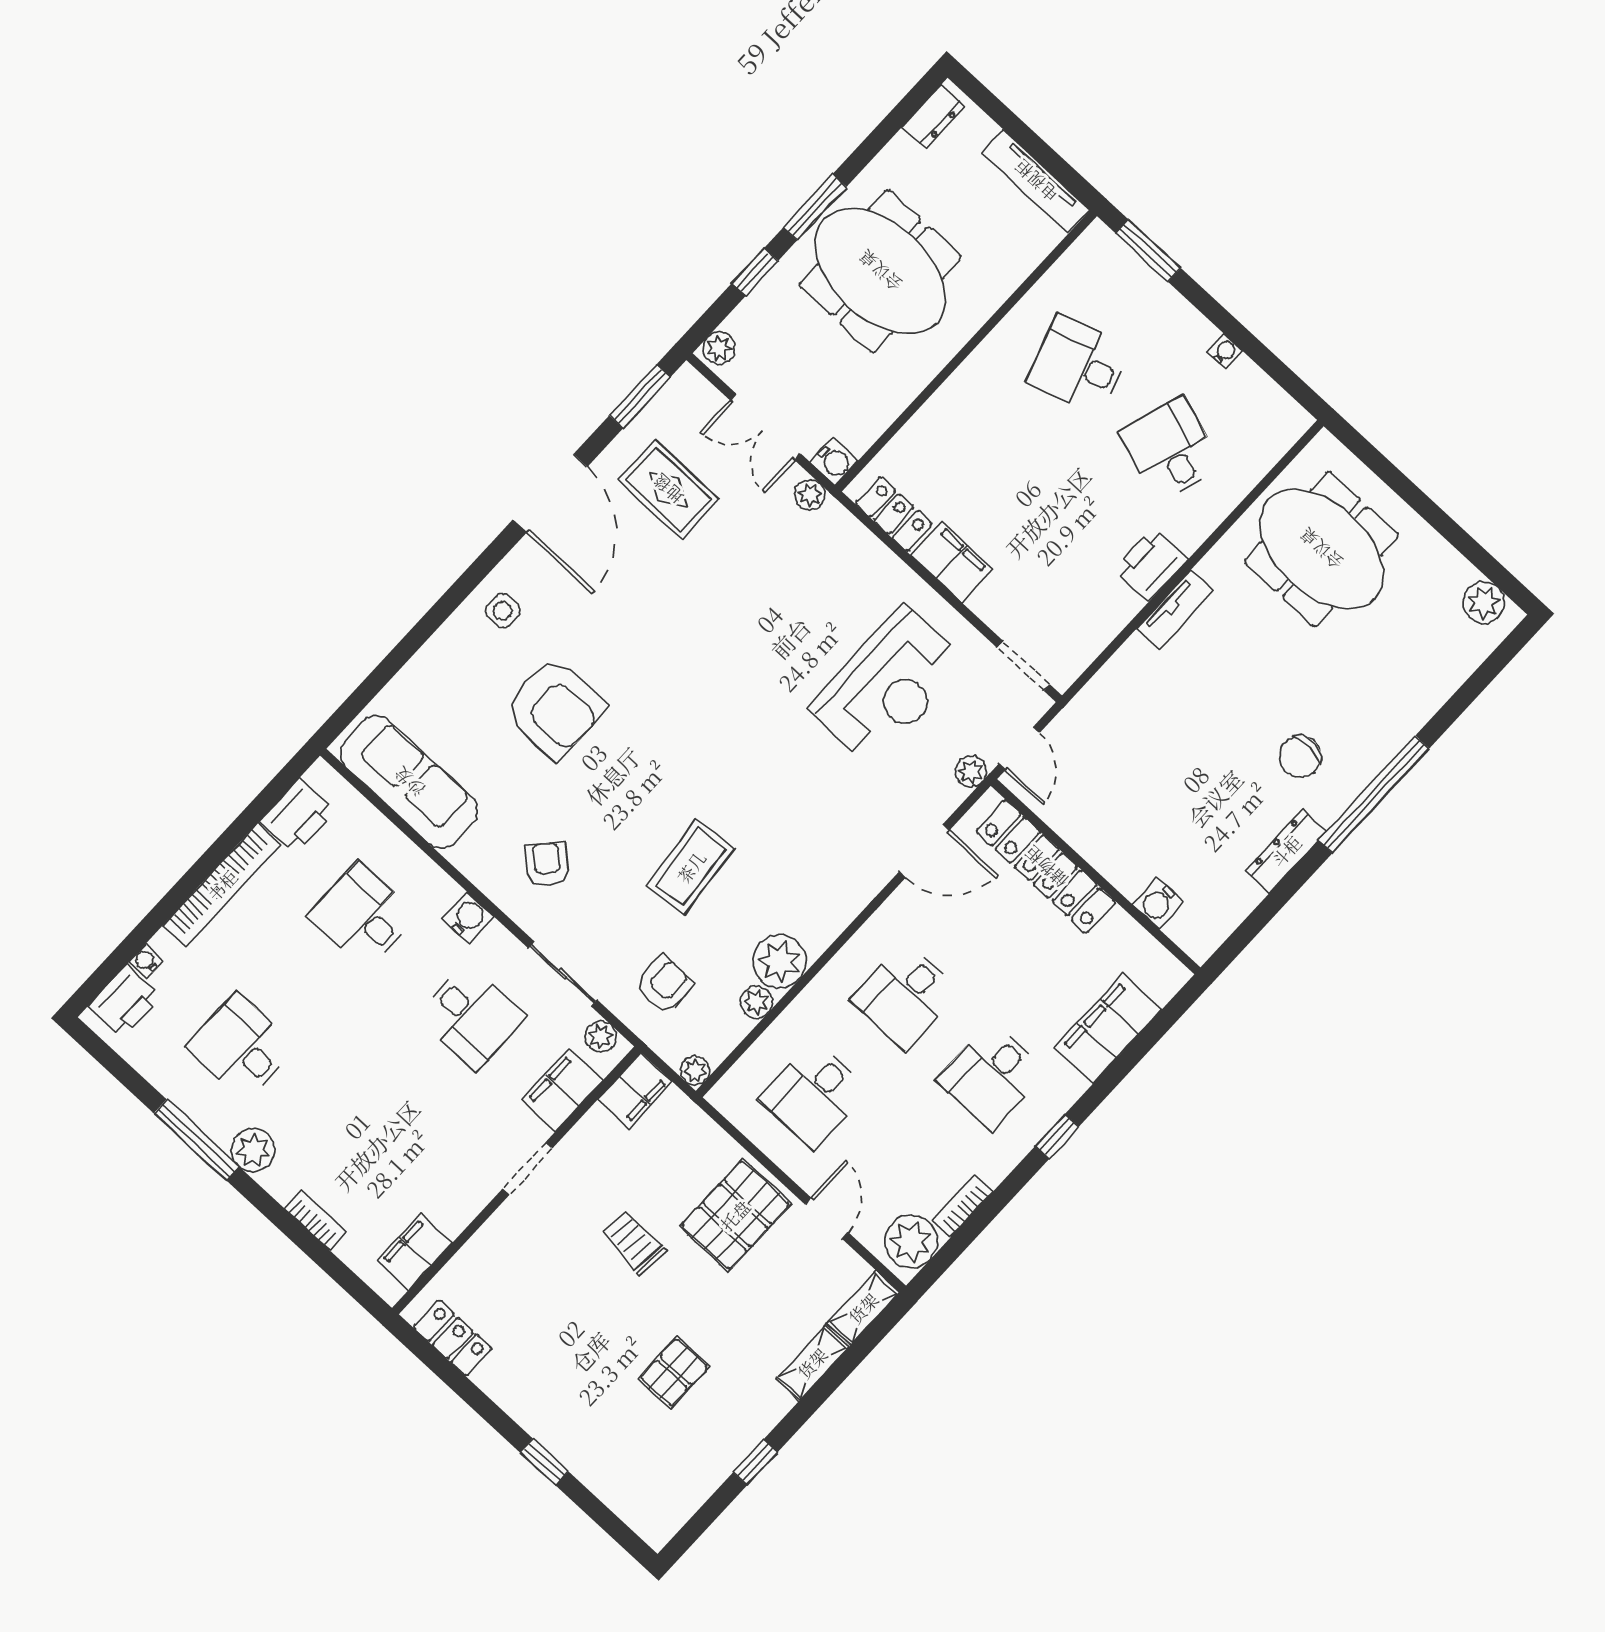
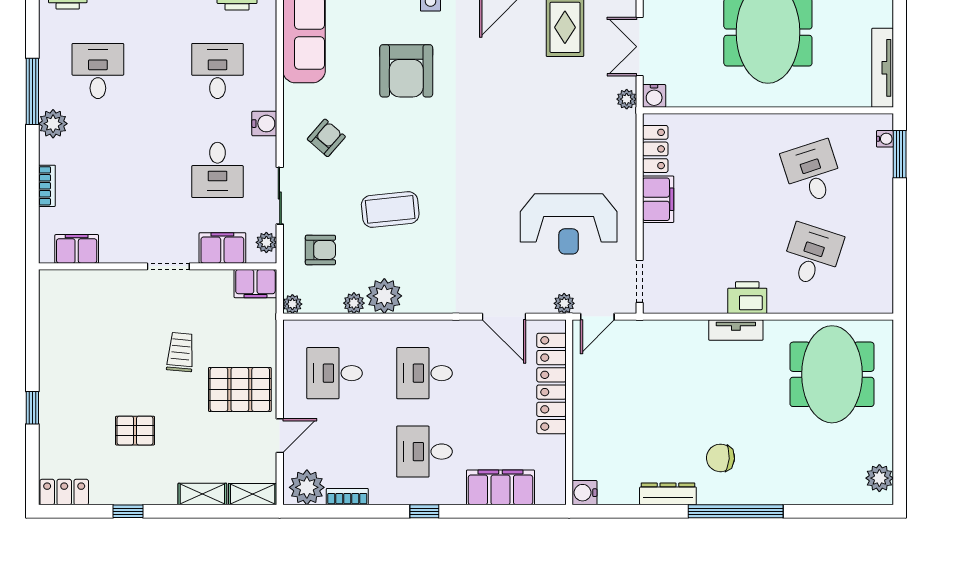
water cooler: (1225, 351) -> (885, 139), moved
water cooler: (1158, 903) -> (584, 493), moved
locker: (453, 1338) -> (64, 492), moved, turned -90

